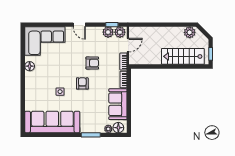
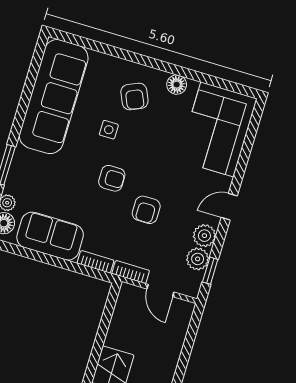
plant: (120, 32) -> (204, 236), moved
armchair: (41, 84) -> (134, 96), added

